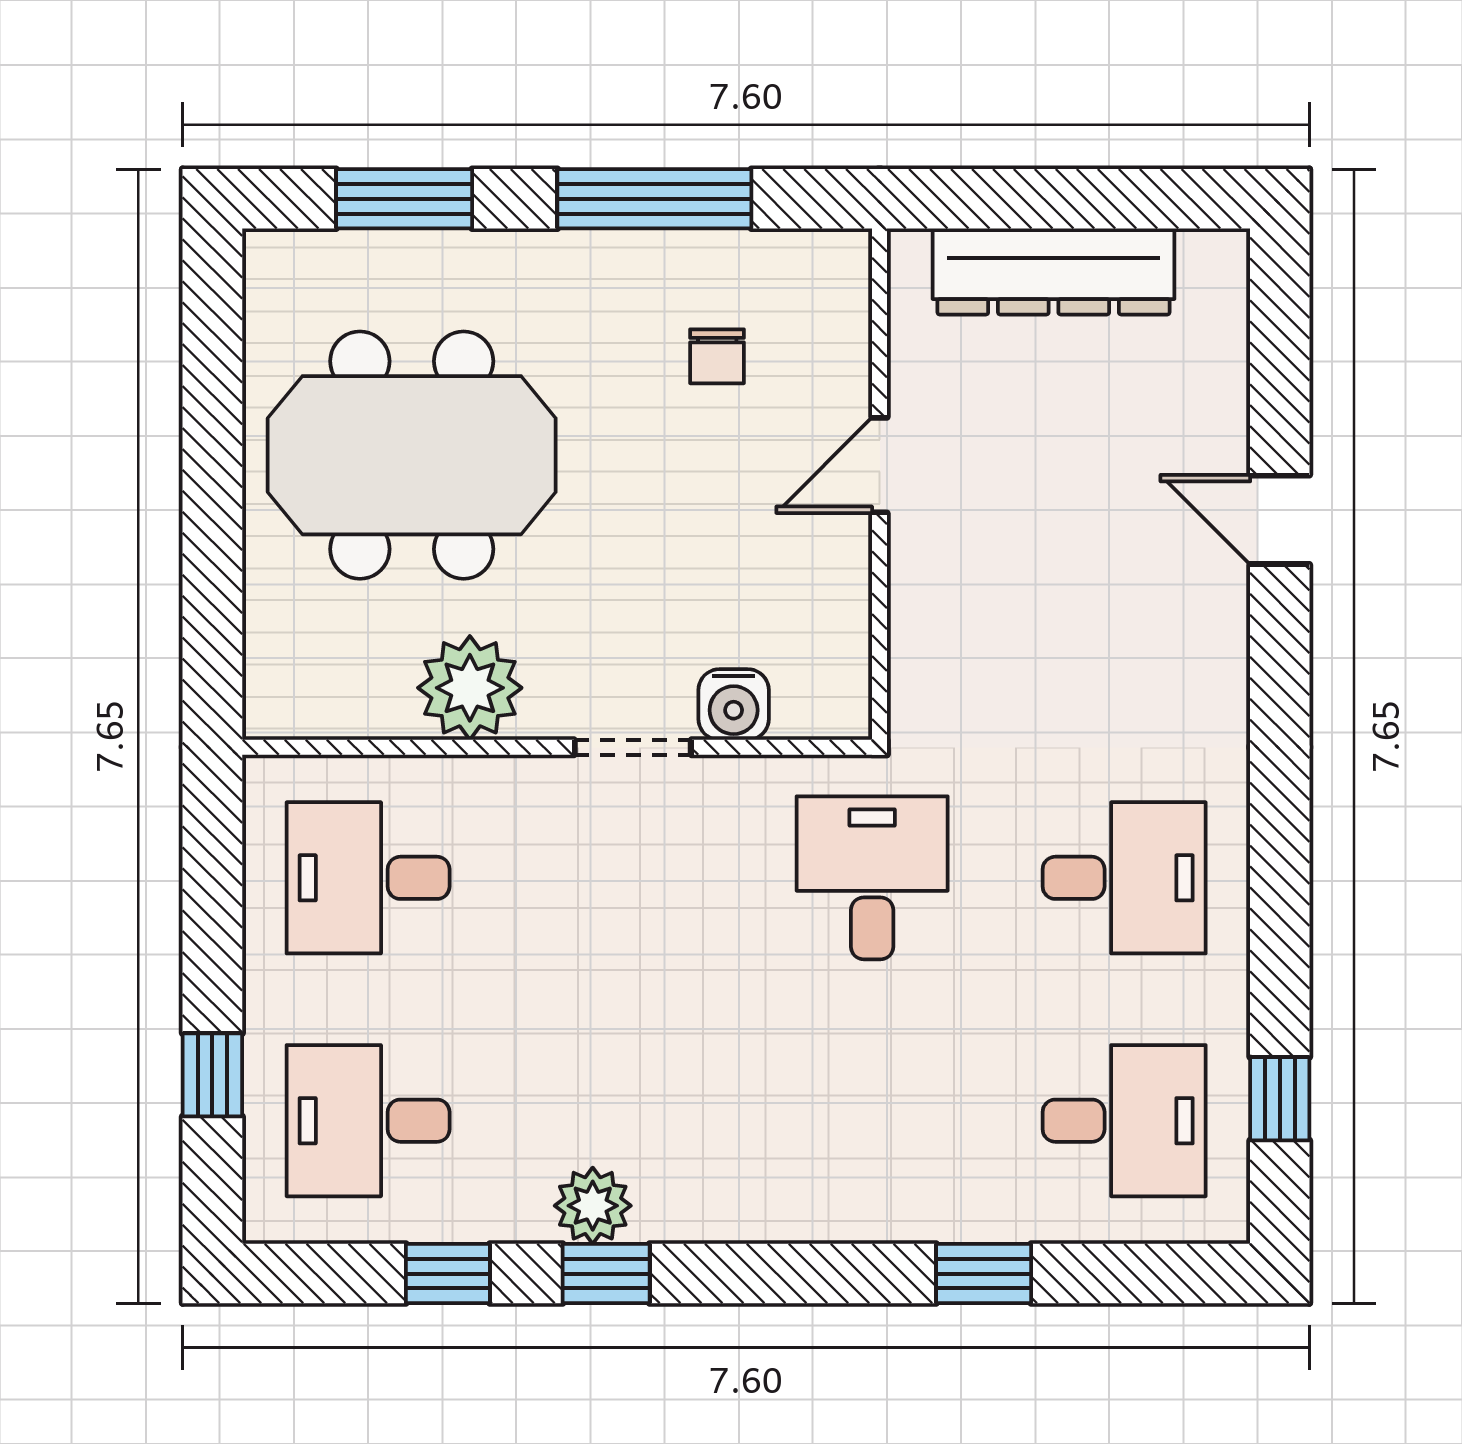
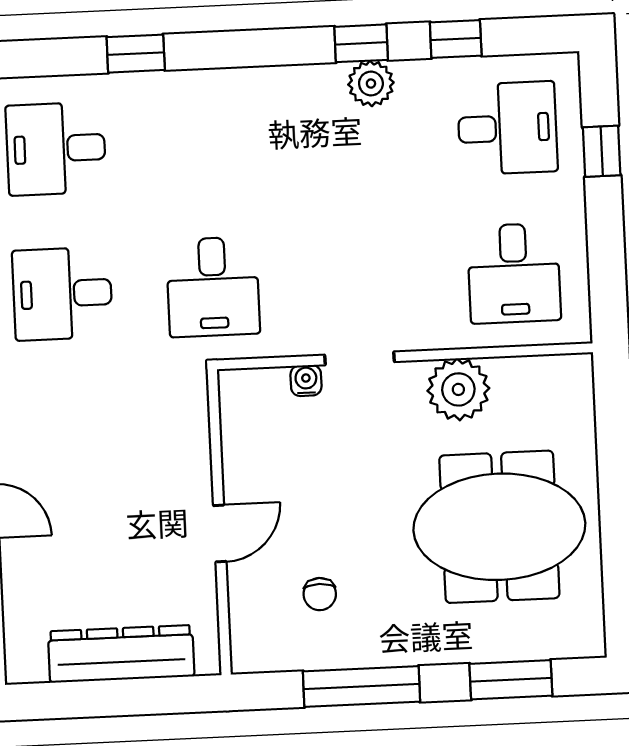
chair: (717, 356) -> (320, 594), turned 180
water cooler: (734, 705) -> (306, 380), width x0.72, depth x0.72
desk: (368, 878) -> (514, 273), turned 90

